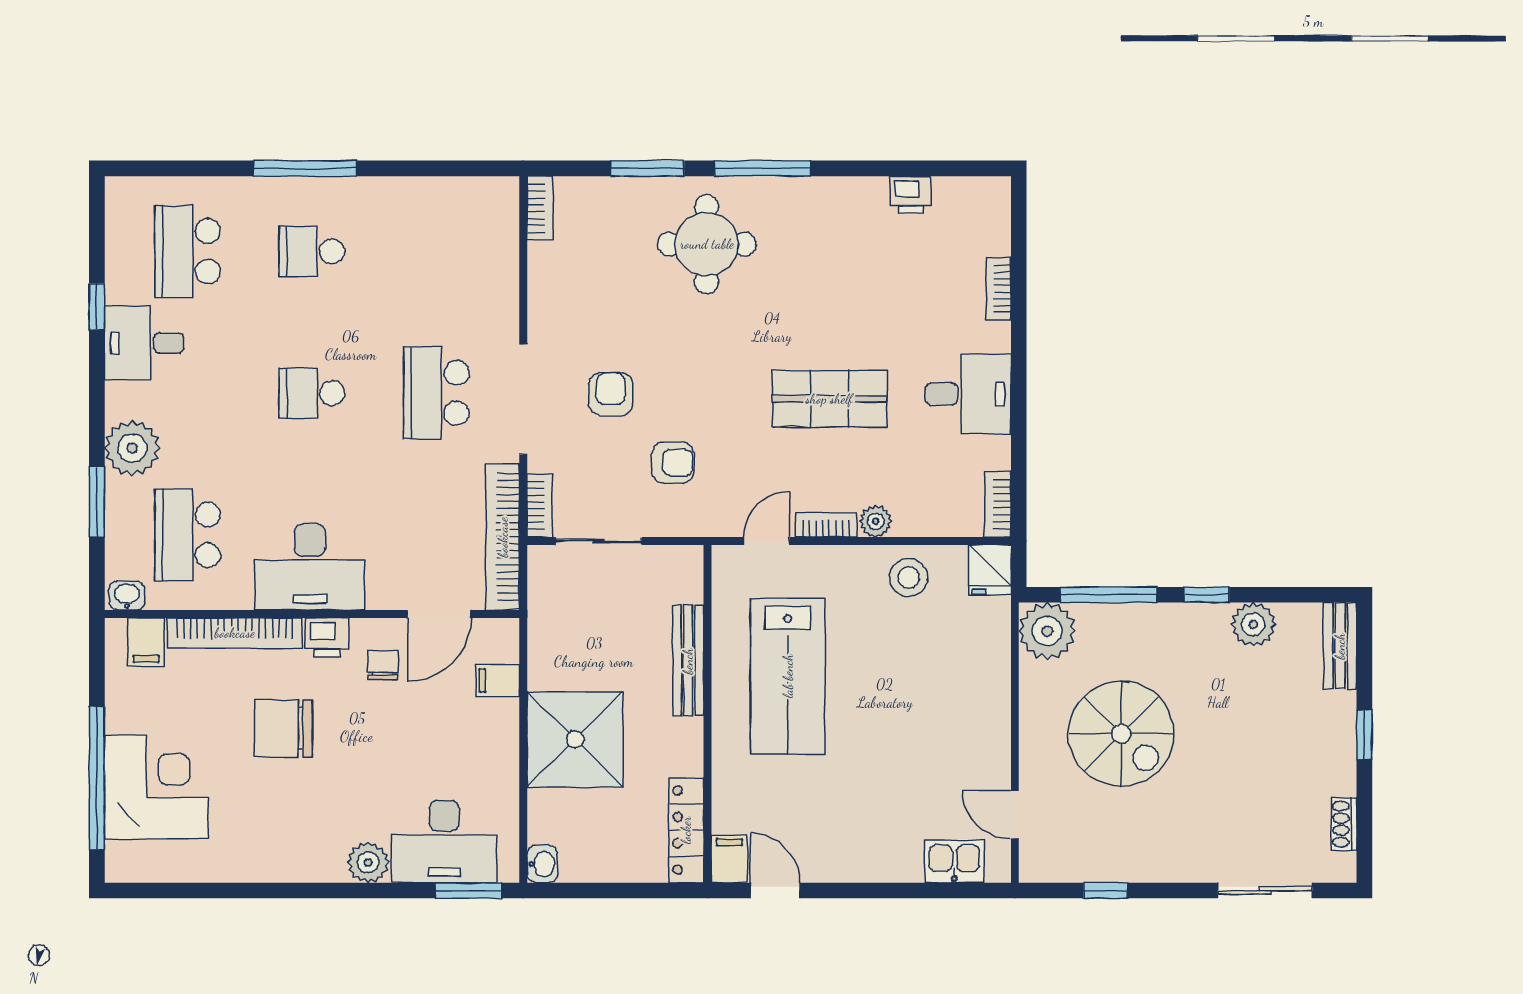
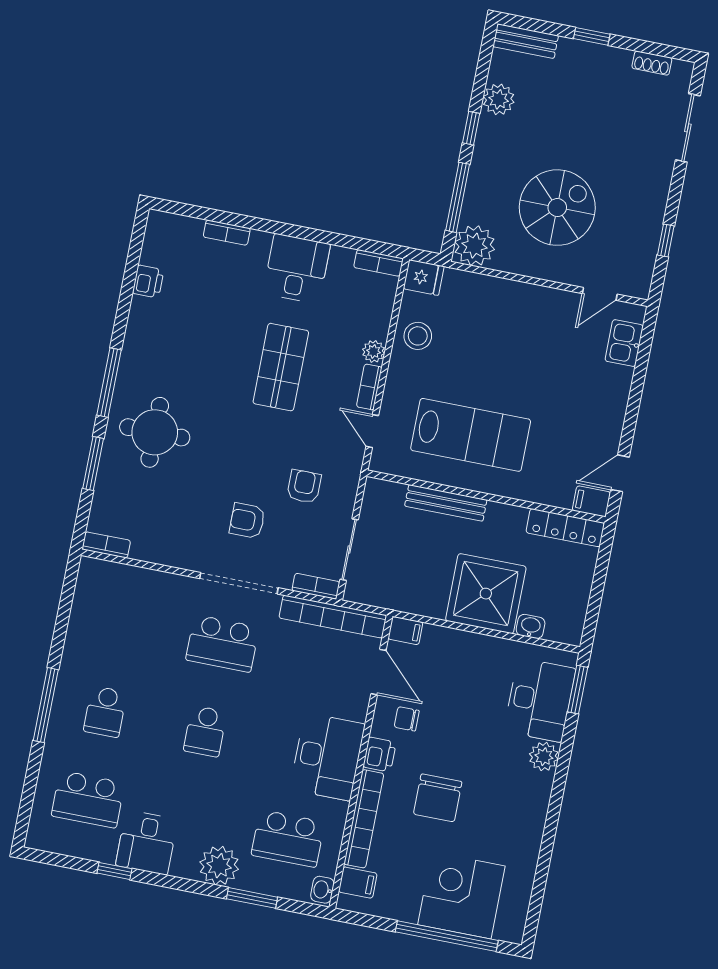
filing cabinet: (498, 681) -> (405, 631), moved, turned -90
washbasin: (542, 864) -> (531, 626), moved

